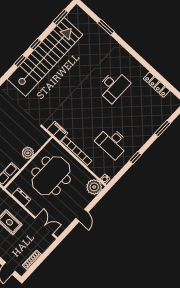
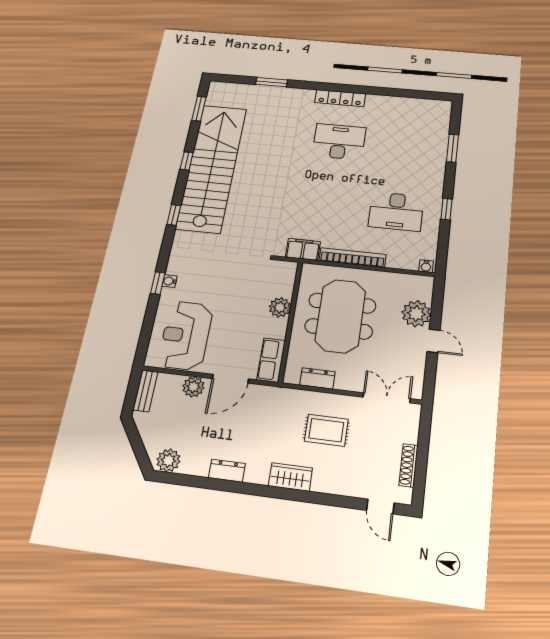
window: (20, 61) -> (174, 215), moved
locker: (157, 85) -> (340, 98), moved
desk: (114, 86) -> (339, 142), turned -90
plant: (94, 187) -> (416, 314), moved

